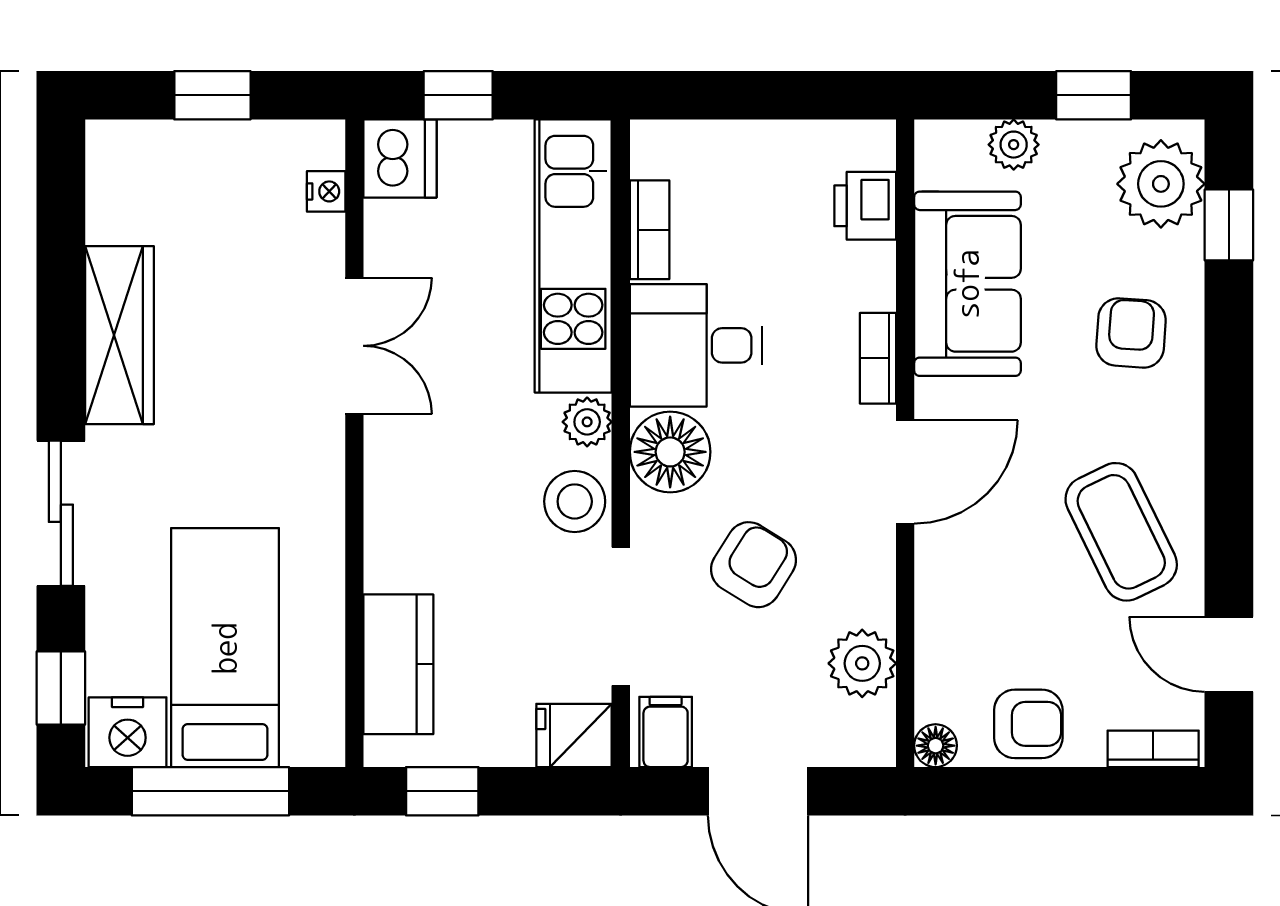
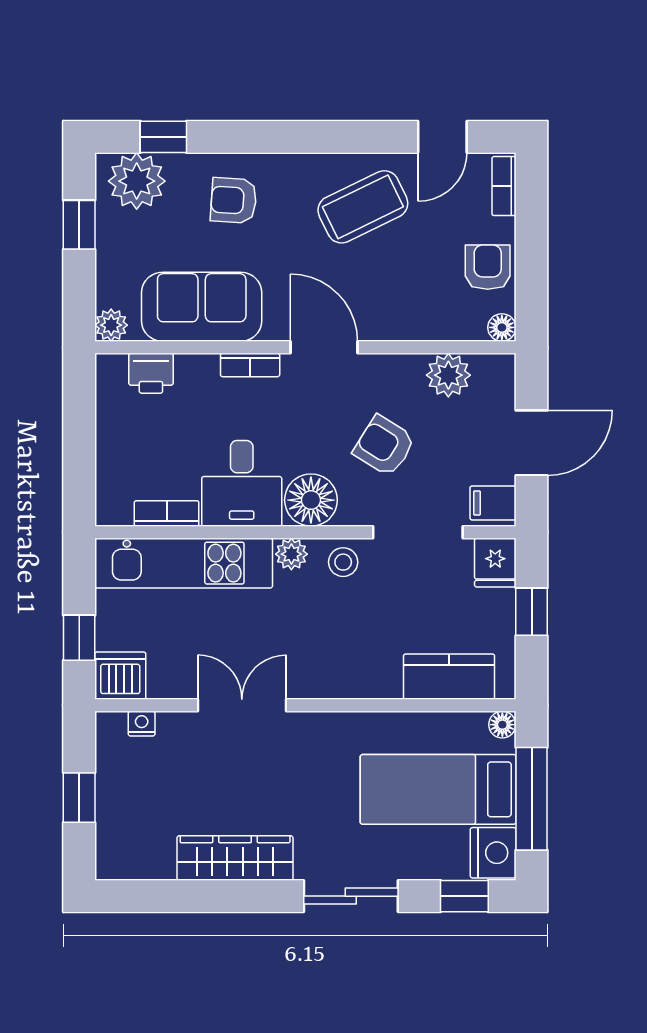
plant: (1014, 145) -> (111, 325), moved
stool: (575, 501) -> (343, 562), width x0.73, depth x0.73
floor lamp: (325, 746) -> (502, 725), added
window: (442, 791) -> (532, 612), moved

